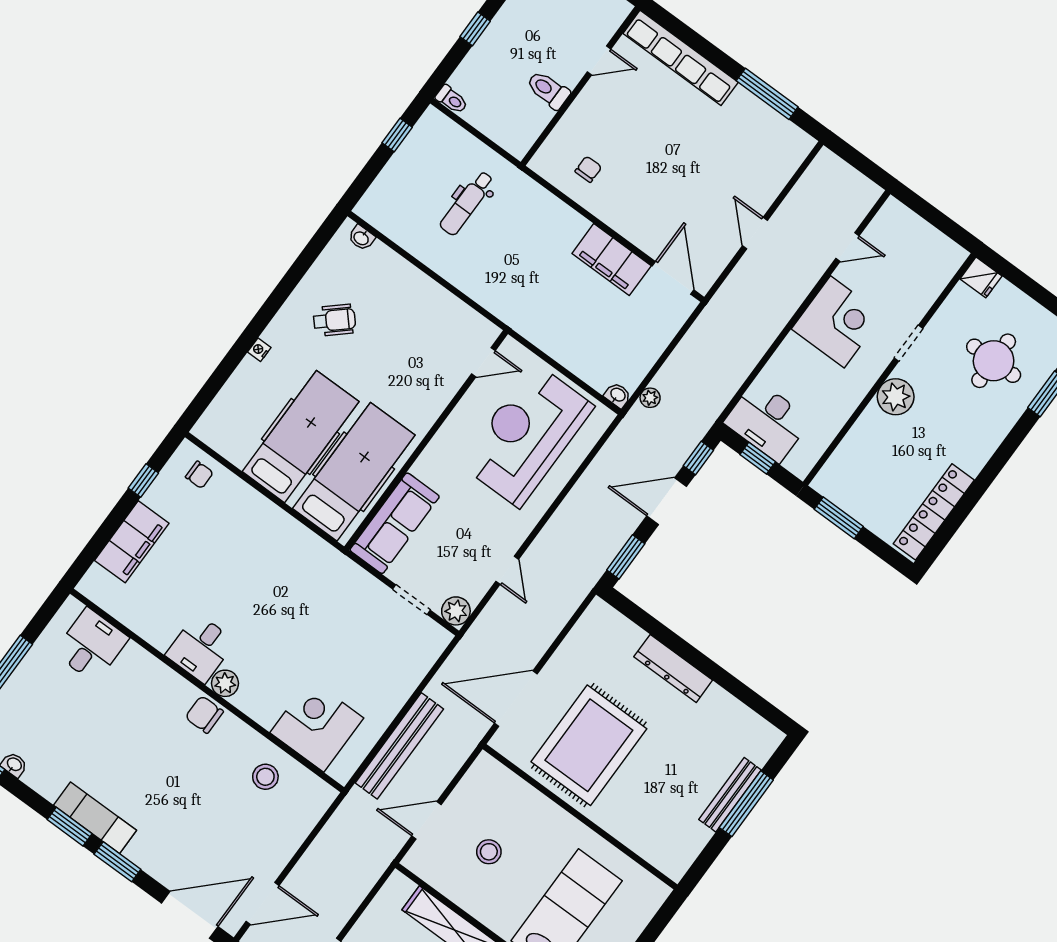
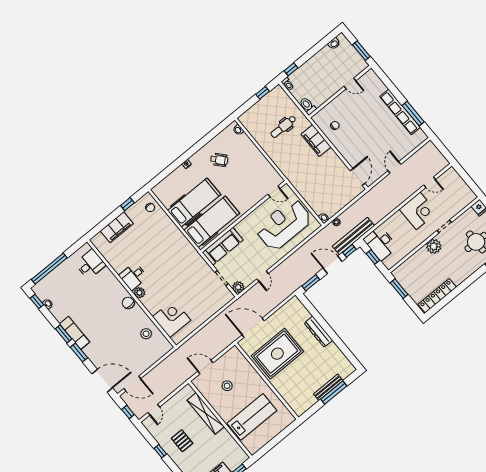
window: (475, 29) -> (291, 69), moved
row of seats: (681, 58) -> (400, 112), moved
toilet: (548, 90) -> (308, 106), moved
filing cabinet: (612, 260) -> (316, 141), moved
bench: (399, 746) -> (353, 236), moved

